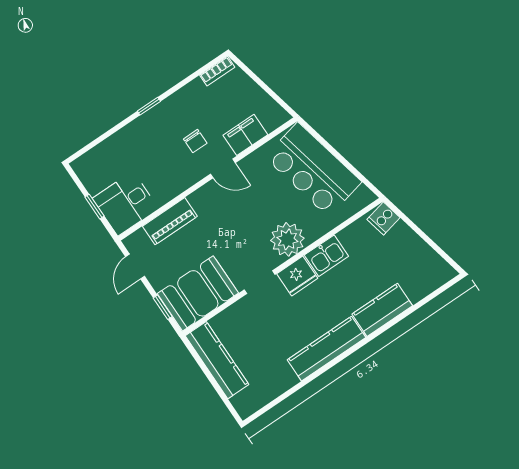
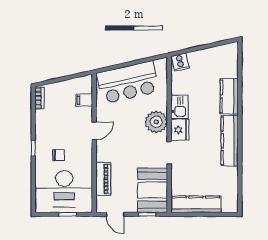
filing cabinet: (245, 135) -> (84, 100), width x0.50
chair: (195, 141) -> (58, 155), moved
desk: (125, 203) -> (64, 191), width x1.87, depth x1.30

